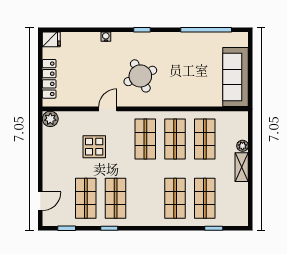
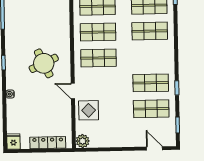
display table: (94, 147) -> (89, 110), moved

